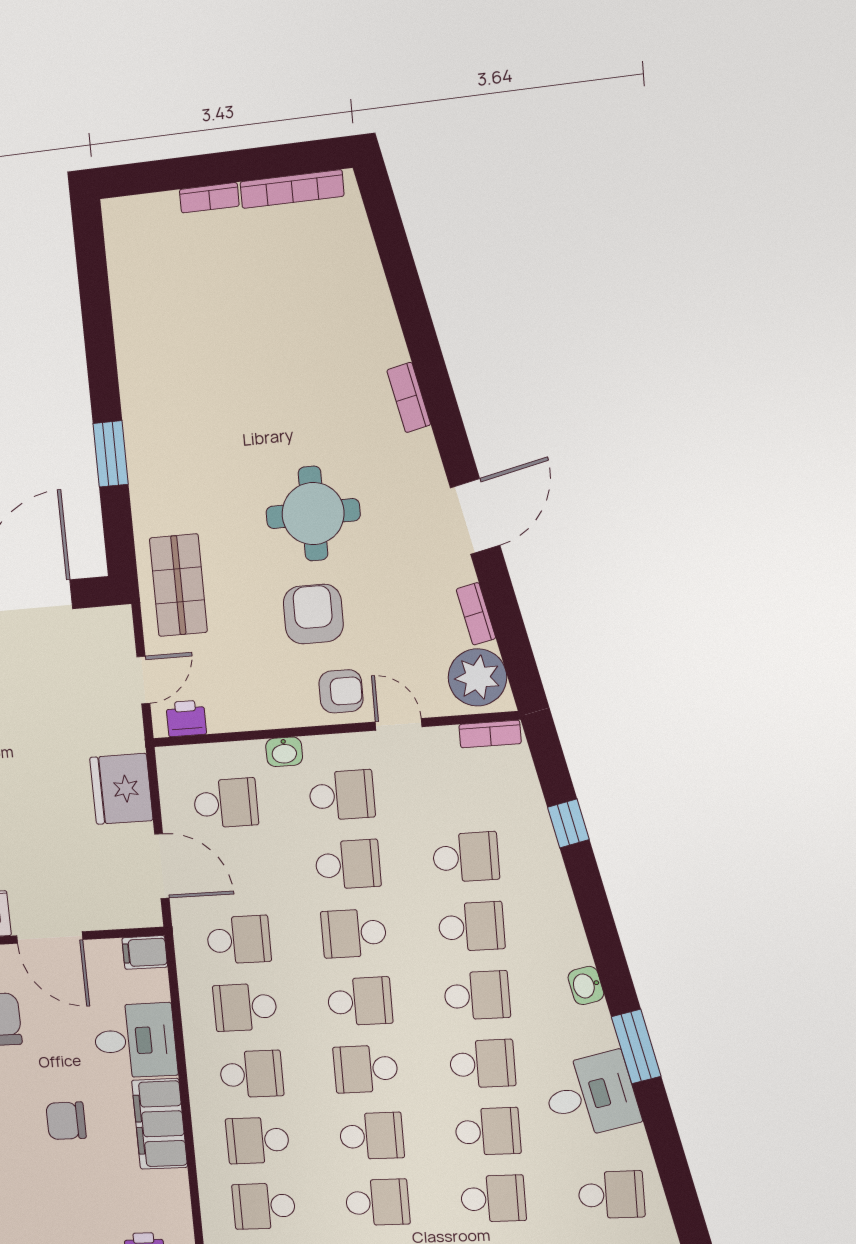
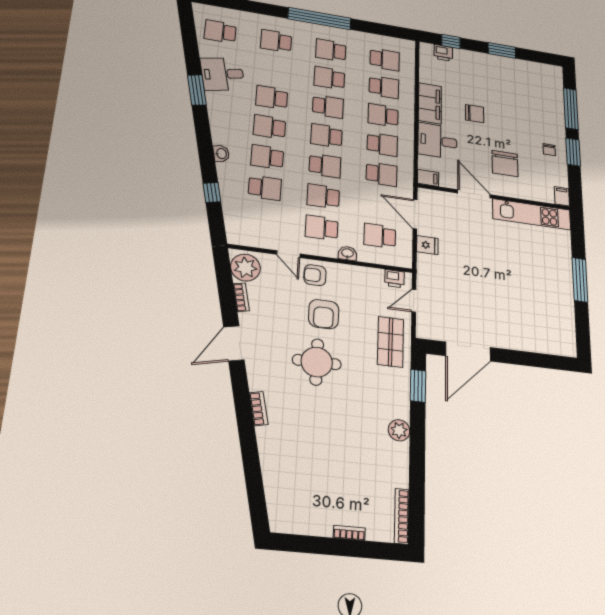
bookcase: (292, 189) -> (402, 516), moved, turned -90
plant: (142, 412) -> (399, 430), added
window: (111, 454) -> (418, 386), moved
bookcase: (490, 734) -> (243, 240), removed
fridge: (121, 789) -> (427, 245), width x0.53, depth x0.75
school desk: (466, 857) -> (265, 188), turned 180
school desk: (239, 940) -> (381, 174), turned 180
washbasin: (586, 985) -> (221, 154), moved
school desk: (488, 1131) -> (274, 69), removed

